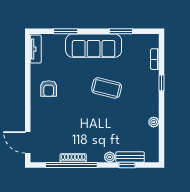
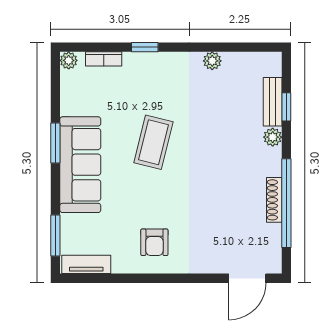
window: (66, 31) -> (55, 235), moved
window: (121, 31) -> (55, 143), moved
plant: (154, 39) -> (69, 60), added
armchair: (49, 89) -> (154, 242), turned 90

